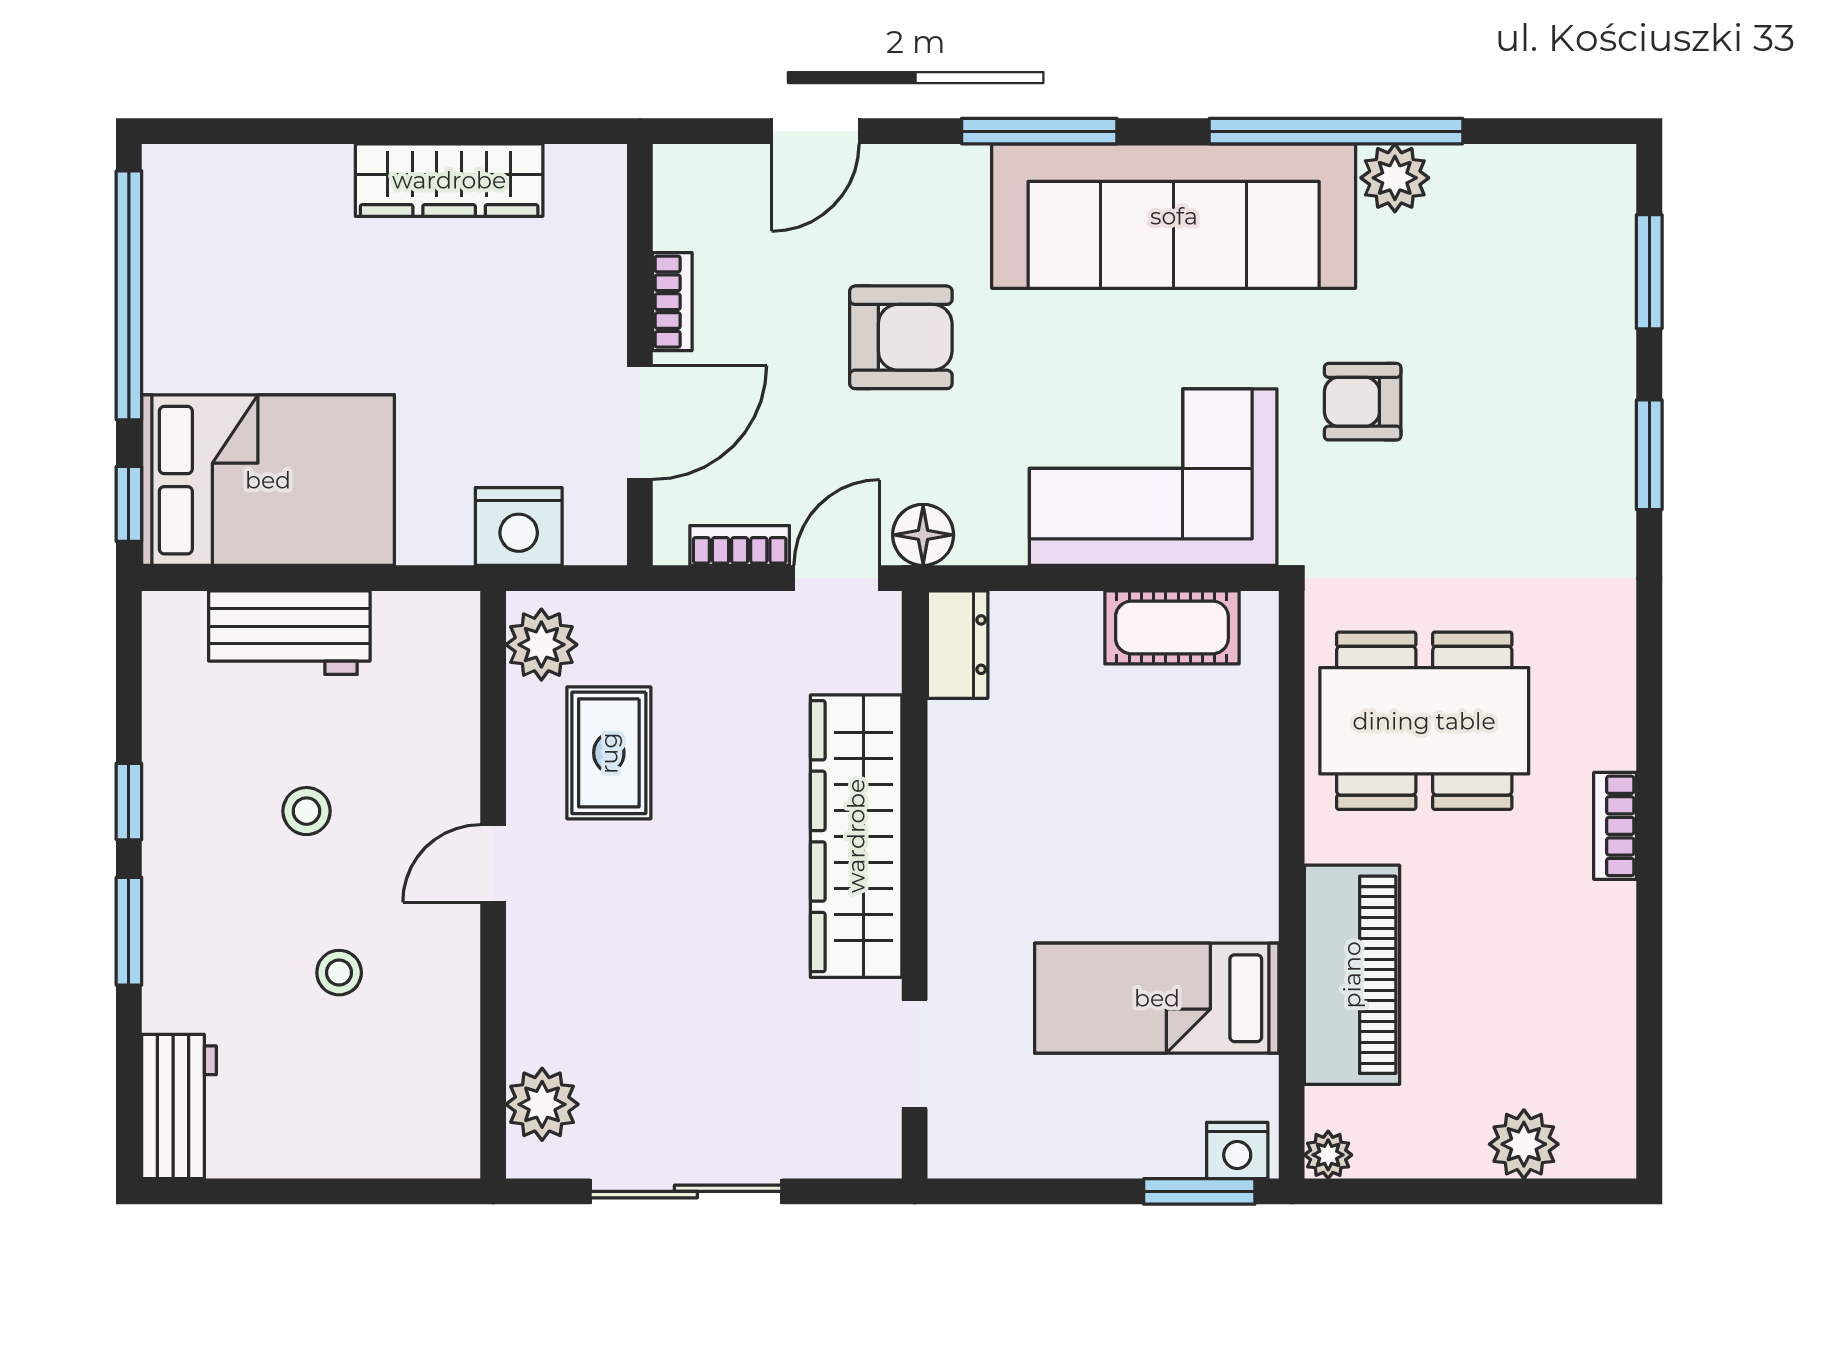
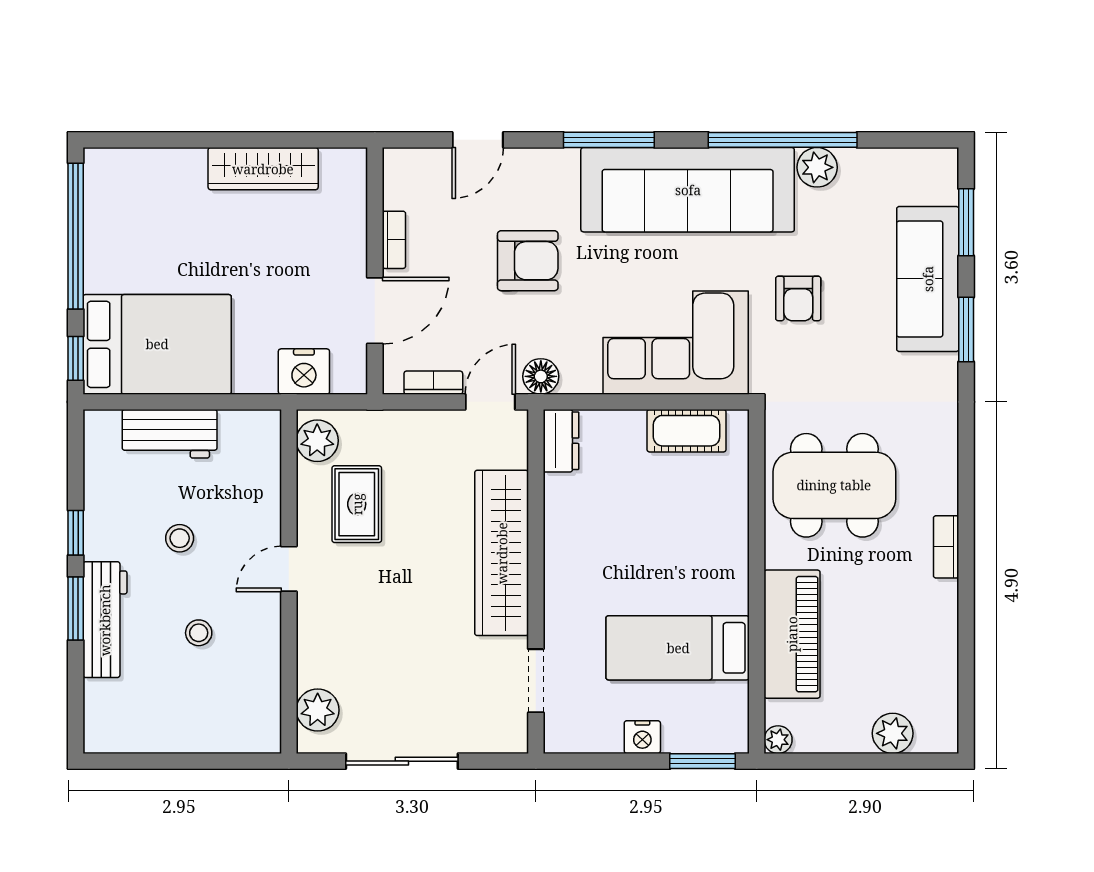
sofa: (1584, 369) -> (928, 279), added
armchair: (1363, 402) -> (798, 298), turned -90
workbench: (179, 1106) -> (105, 620), moved, width x1.38
nightstand: (1237, 1150) -> (642, 737), moved

